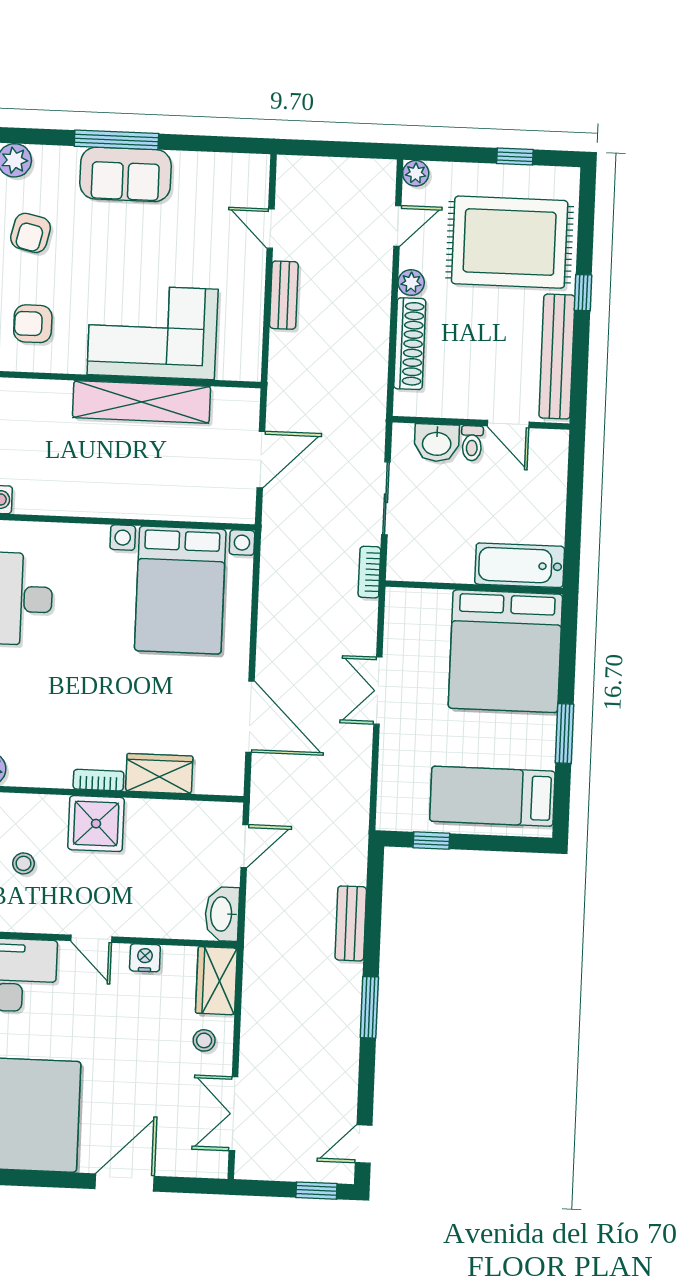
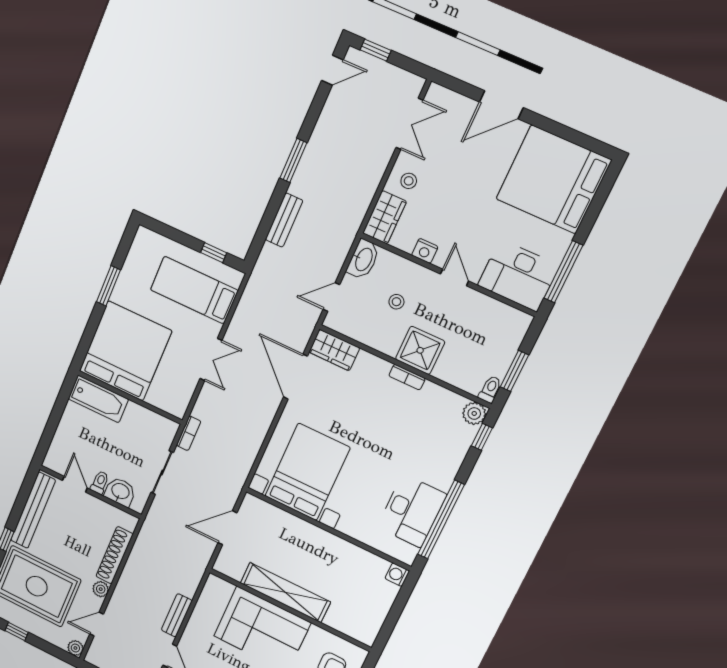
wardrobe: (159, 774) -> (334, 350), moved
bed: (492, 796) -> (194, 290), moved, turned 180
stool: (23, 863) -> (396, 302), moved

